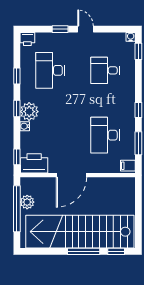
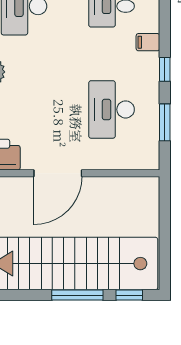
filing cabinet: (128, 166) -> (148, 42), moved

